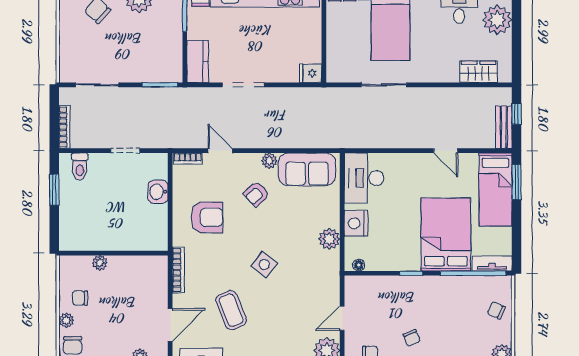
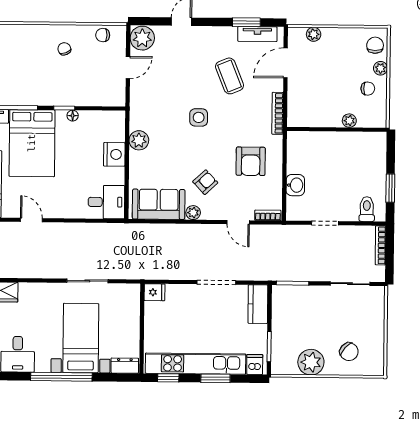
desk: (364, 178) -> (106, 202), width x0.73
armchair: (207, 217) -> (251, 161), turned -90
side table: (264, 265) -> (199, 117), turned -38
floor lamp: (359, 265) -> (73, 116), moved

